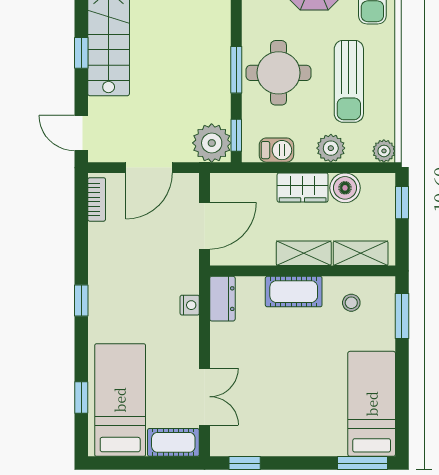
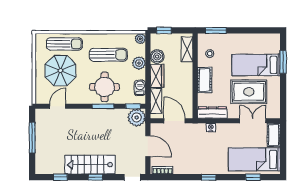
shelving: (304, 253) -> (156, 101), moved
dresser: (222, 299) -> (212, 113), width x1.44
rug: (268, 388) -> (249, 92), added
bed: (372, 404) -> (256, 65), moved
window: (245, 463) -> (283, 102), removed
window: (362, 463) -> (283, 62), moved

